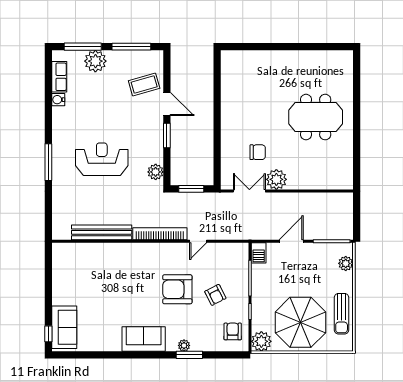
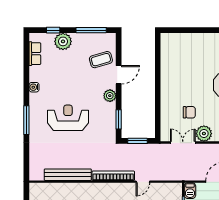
window: (83, 47) -> (53, 30), width x0.46
water cooler: (58, 100) -> (34, 87), moved
door: (167, 104) -> (119, 75), hinge flipped
window: (167, 136) -> (119, 119), moved
plant: (156, 172) -> (110, 96), moved

